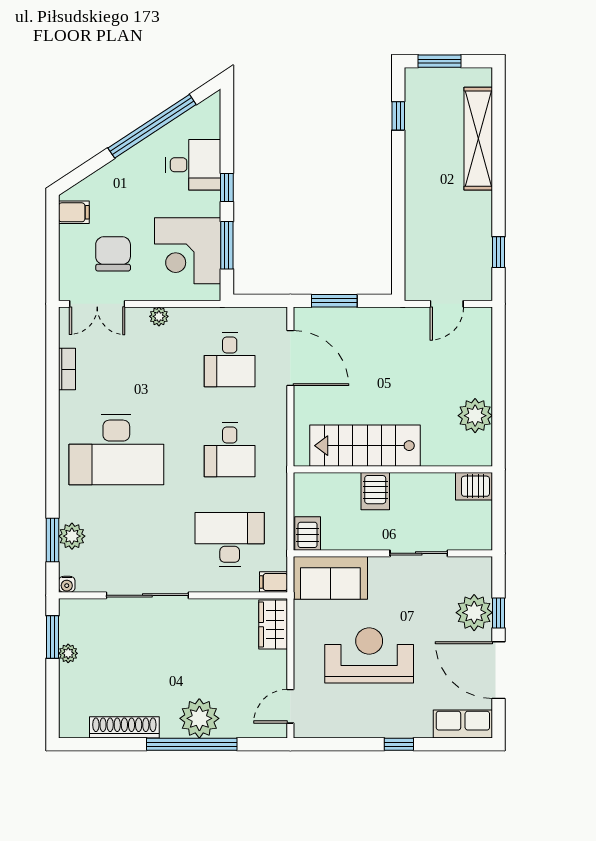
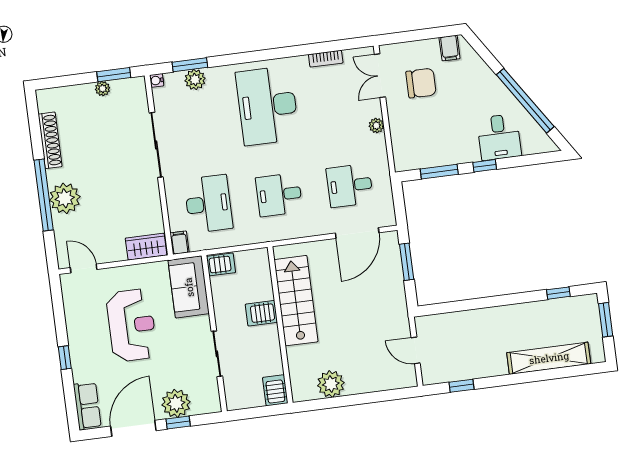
corner desk: (188, 251) -> (431, 141), removed

